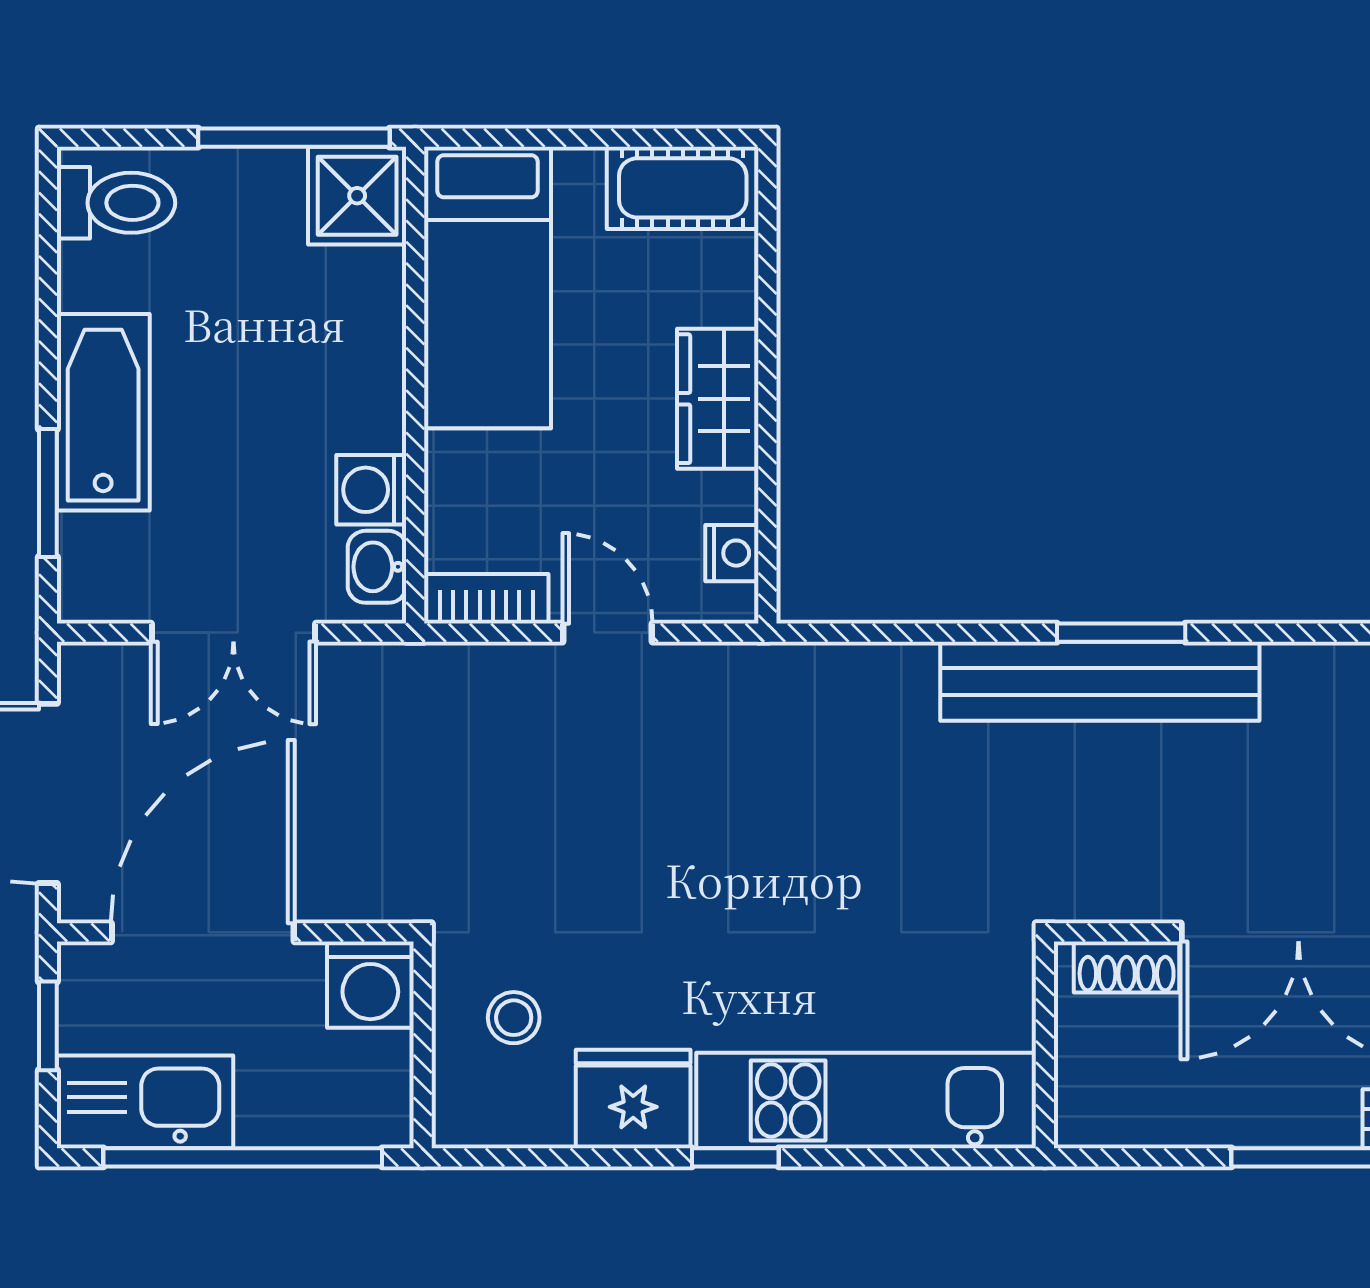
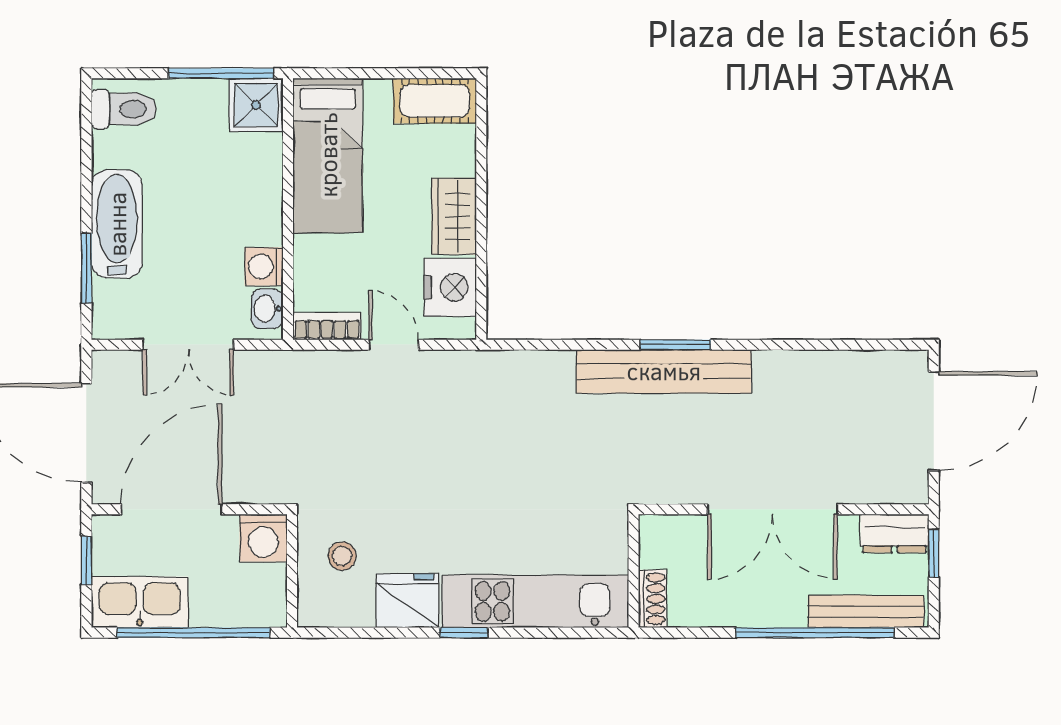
nightstand: (732, 553) -> (450, 287), width x1.89, depth x1.79
shoe rack: (1127, 967) -> (652, 599), moved, turned -90

